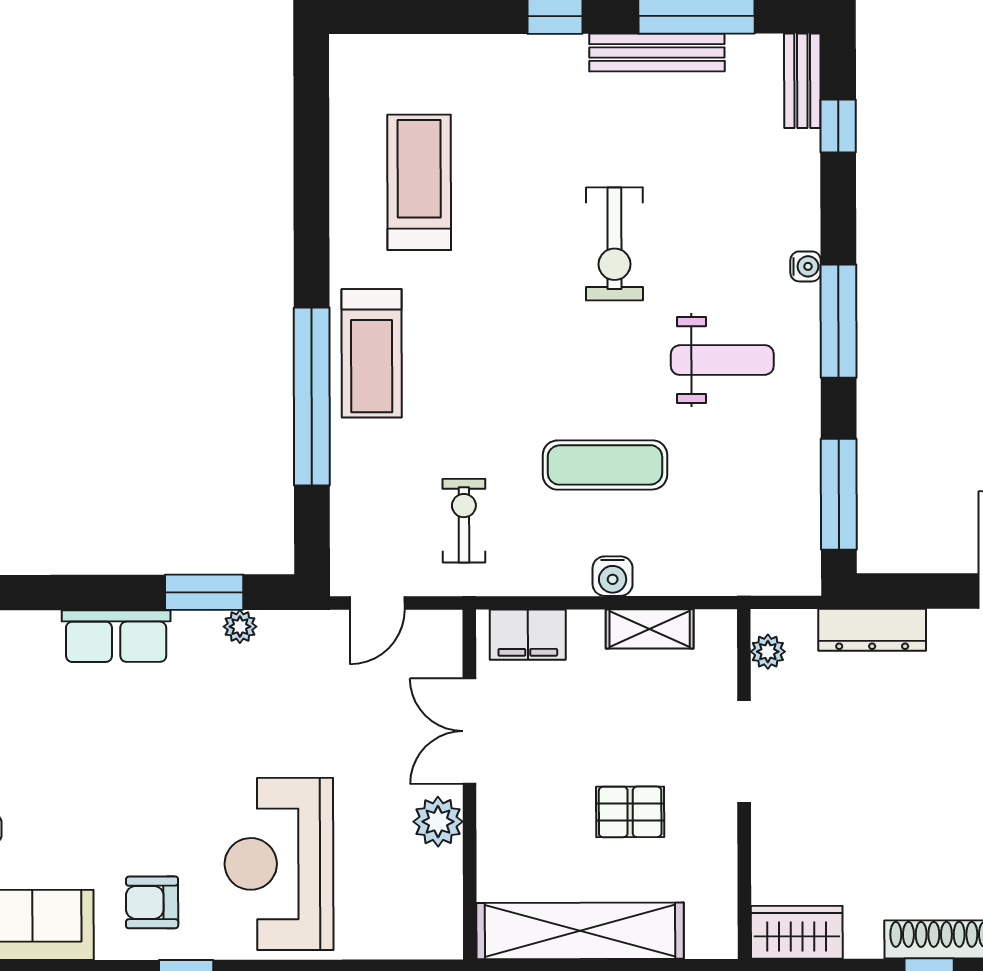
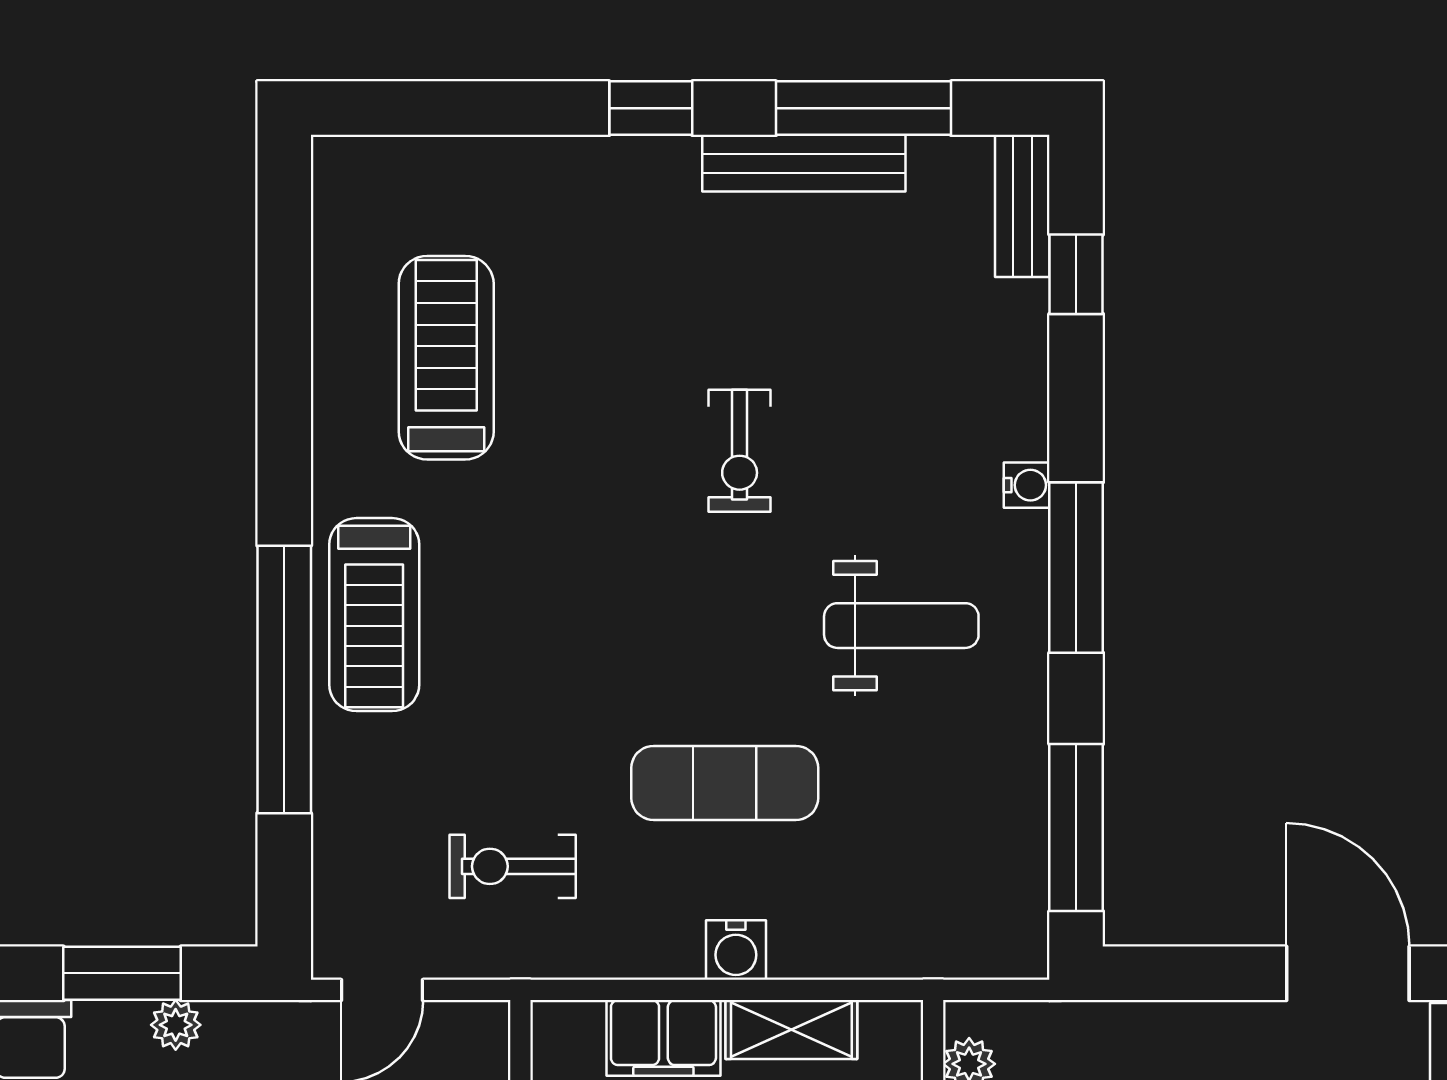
exercise bike: (614, 244) -> (740, 451), width x0.73, depth x0.72
exercise bike: (464, 521) -> (513, 866), turned -90
dresser: (872, 630) -> (1126, 1032), removed
filing cabinet: (528, 635) -> (663, 1038), moved

